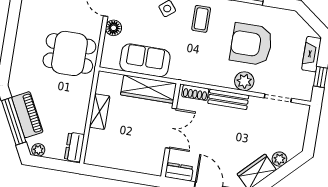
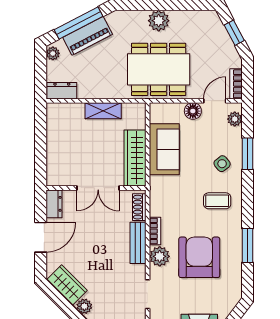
plant: (24, 46) -> (159, 21), added
dining table: (69, 53) -> (159, 69), width x1.38
bookcase: (220, 82) -> (155, 231), added

